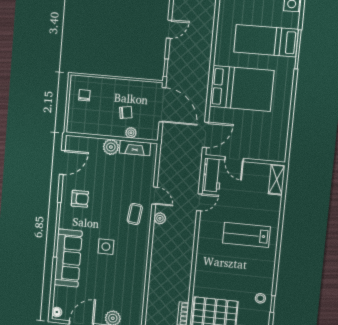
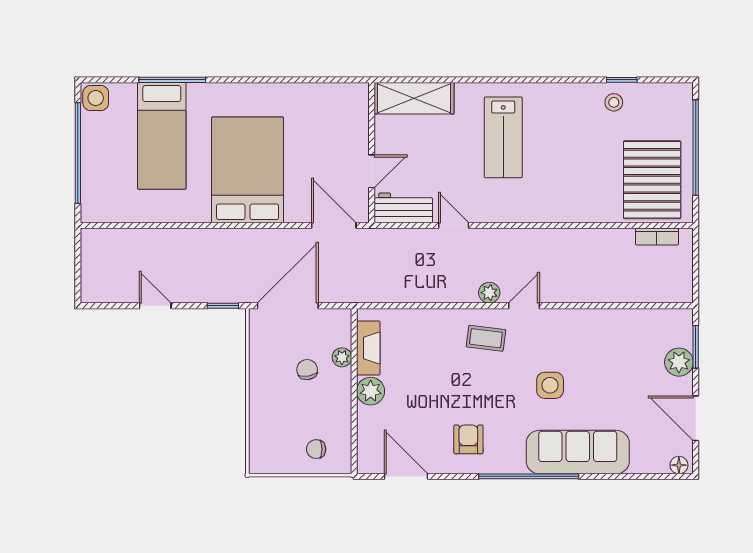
chair: (84, 95) -> (316, 449), moved
shelving: (277, 180) -> (414, 98), width x1.50, depth x1.33
door: (155, 196) -> (524, 306), moved

